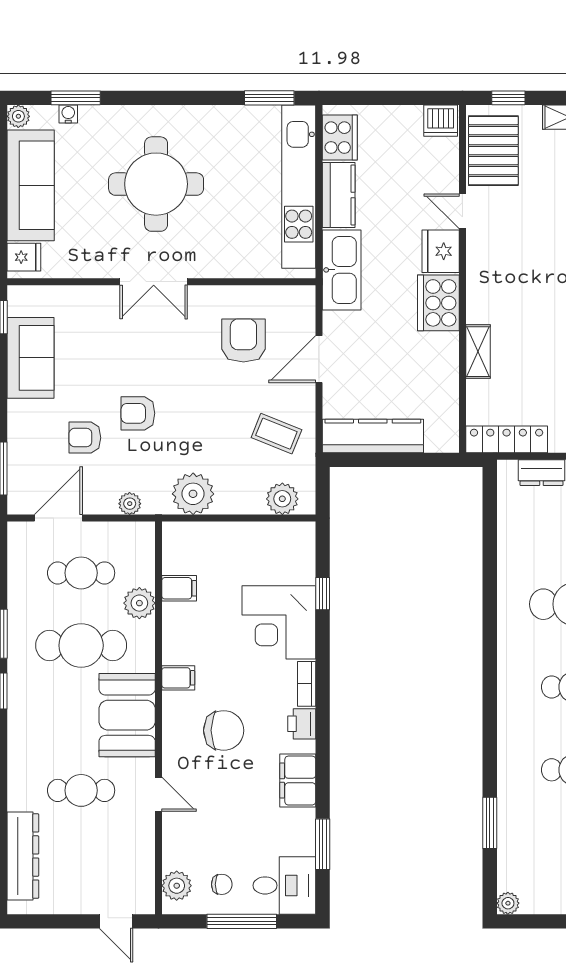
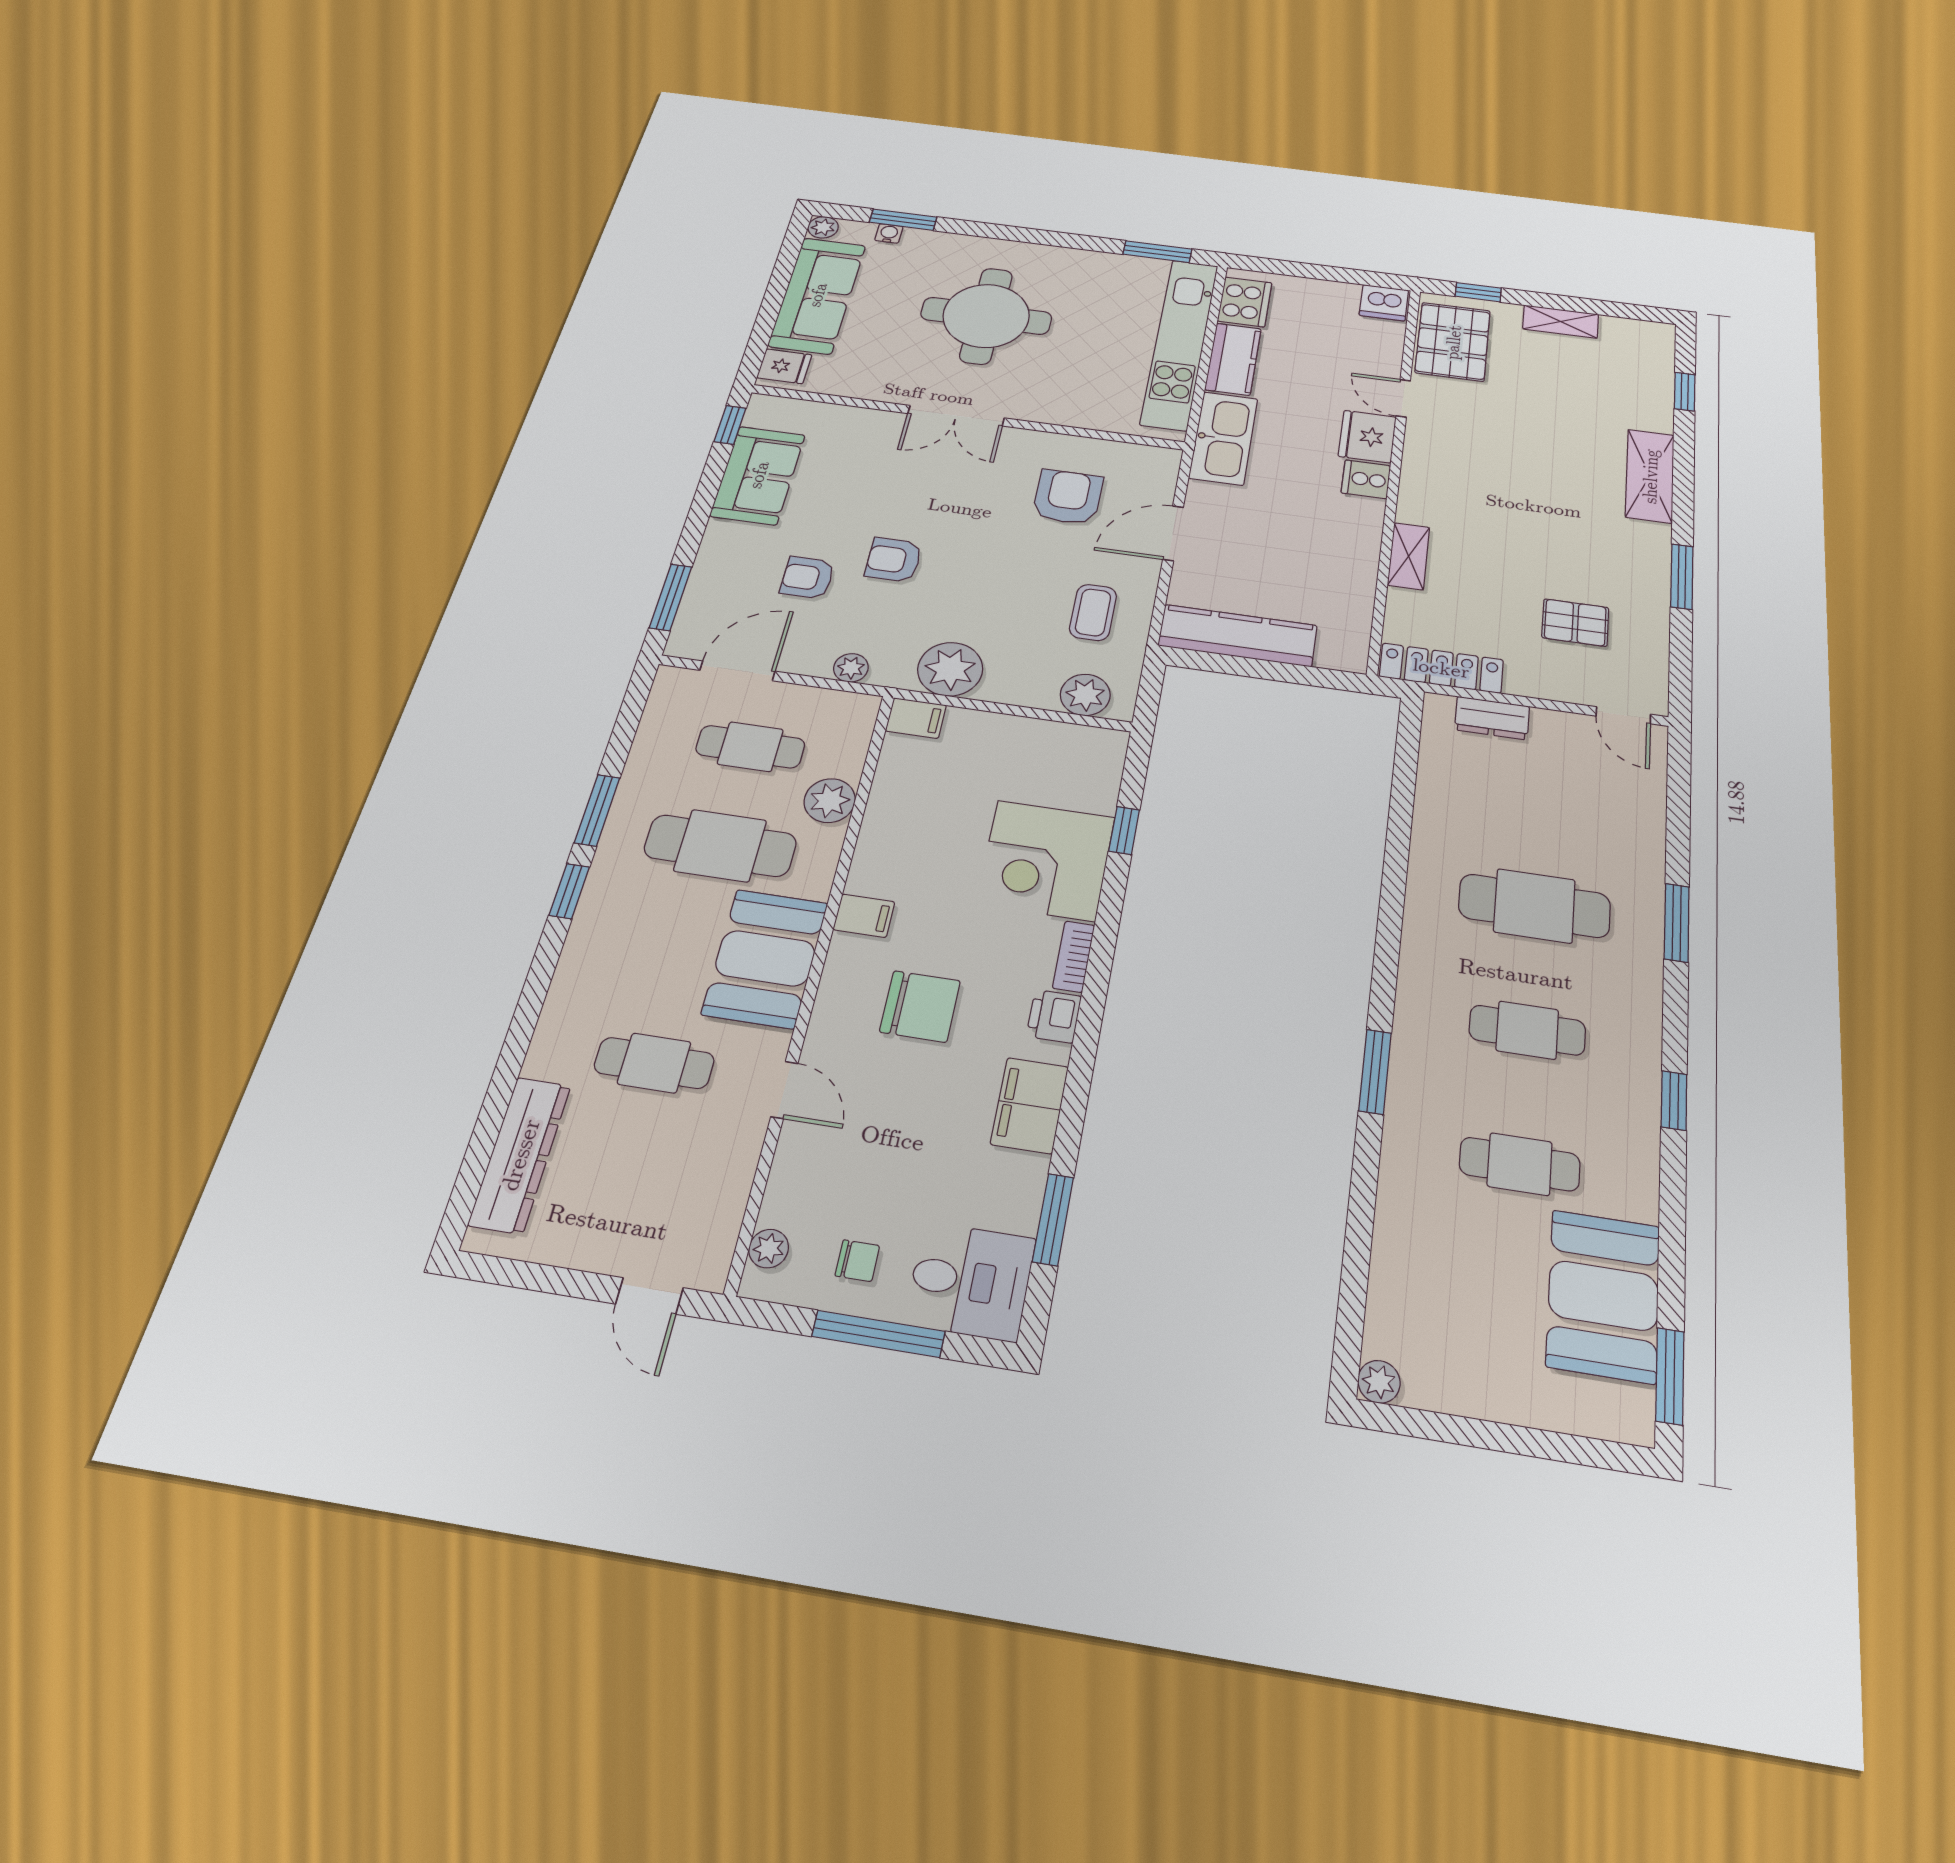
cooker: (438, 303) -> (1366, 479), width x0.53, depth x0.76
coffee table: (276, 434) -> (1093, 612), turned 68
filing cabinet: (179, 588) -> (916, 718), moved
window: (490, 823) -> (1375, 1072), moved
plant: (177, 886) -> (769, 1249), width x0.73, depth x0.73

